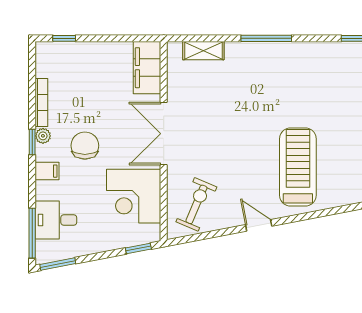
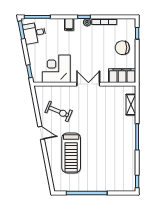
double door: (164, 134) -> (88, 84), width x0.73
chair: (85, 146) -> (122, 48), moved, turned 180
treadmill: (298, 167) -> (71, 153), turned 90
exercise bike: (196, 204) -> (59, 111), moved
desk: (56, 220) -> (34, 33), moved, turned -101
door: (259, 225) -> (41, 133), hinge flipped

